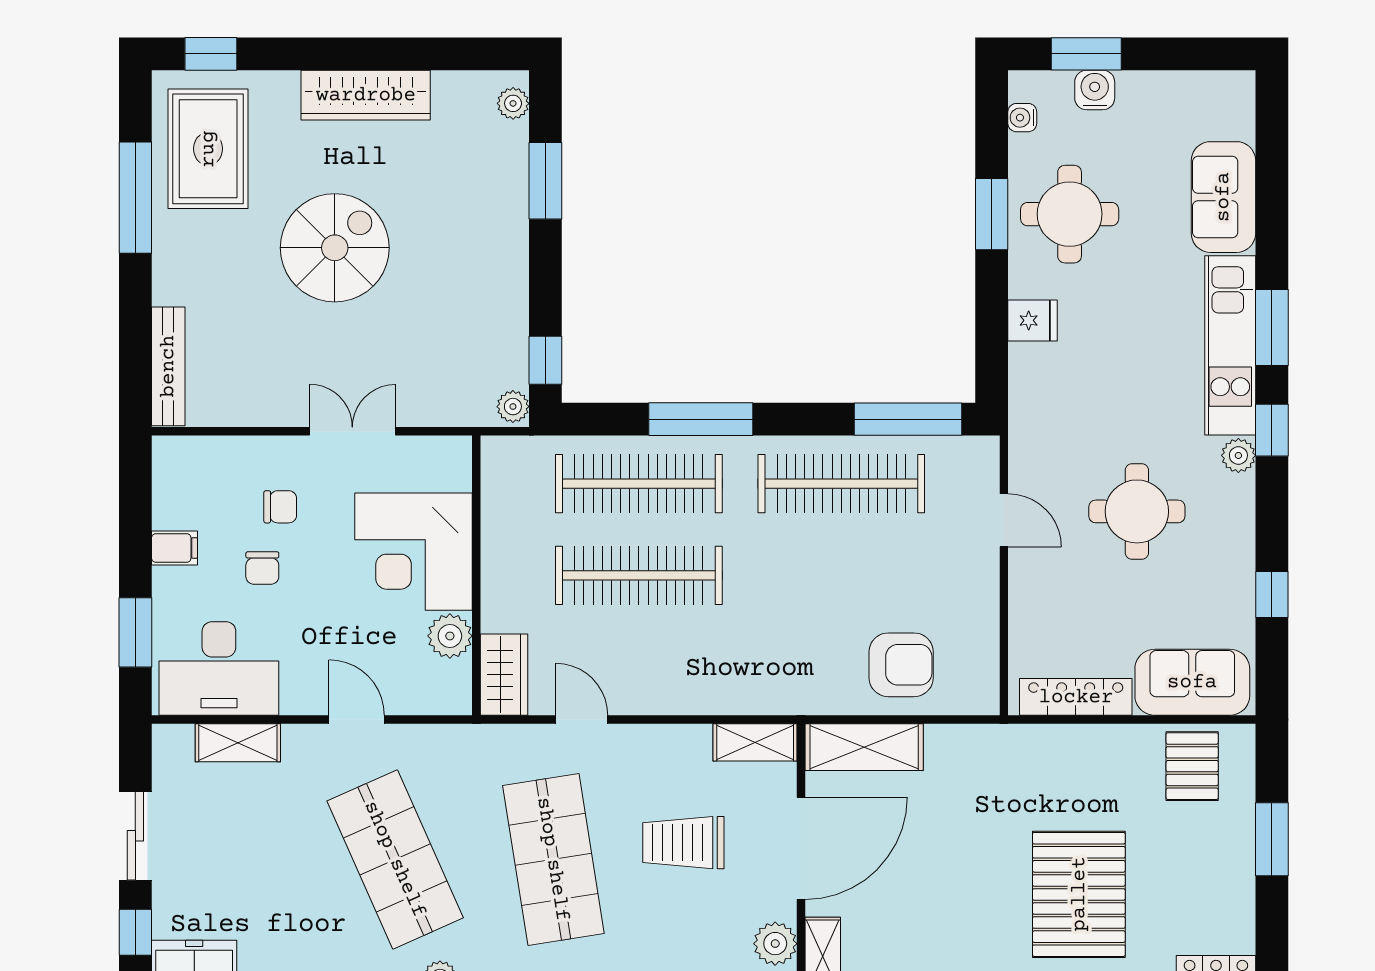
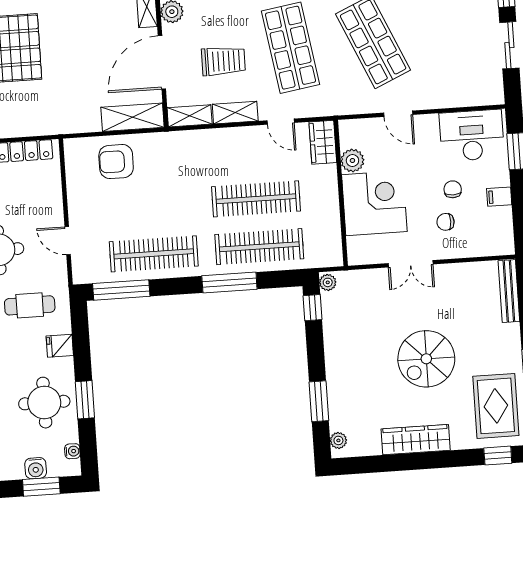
cafe table: (1085, 401) -> (30, 305), added
shelving: (238, 743) -> (235, 113), moved

